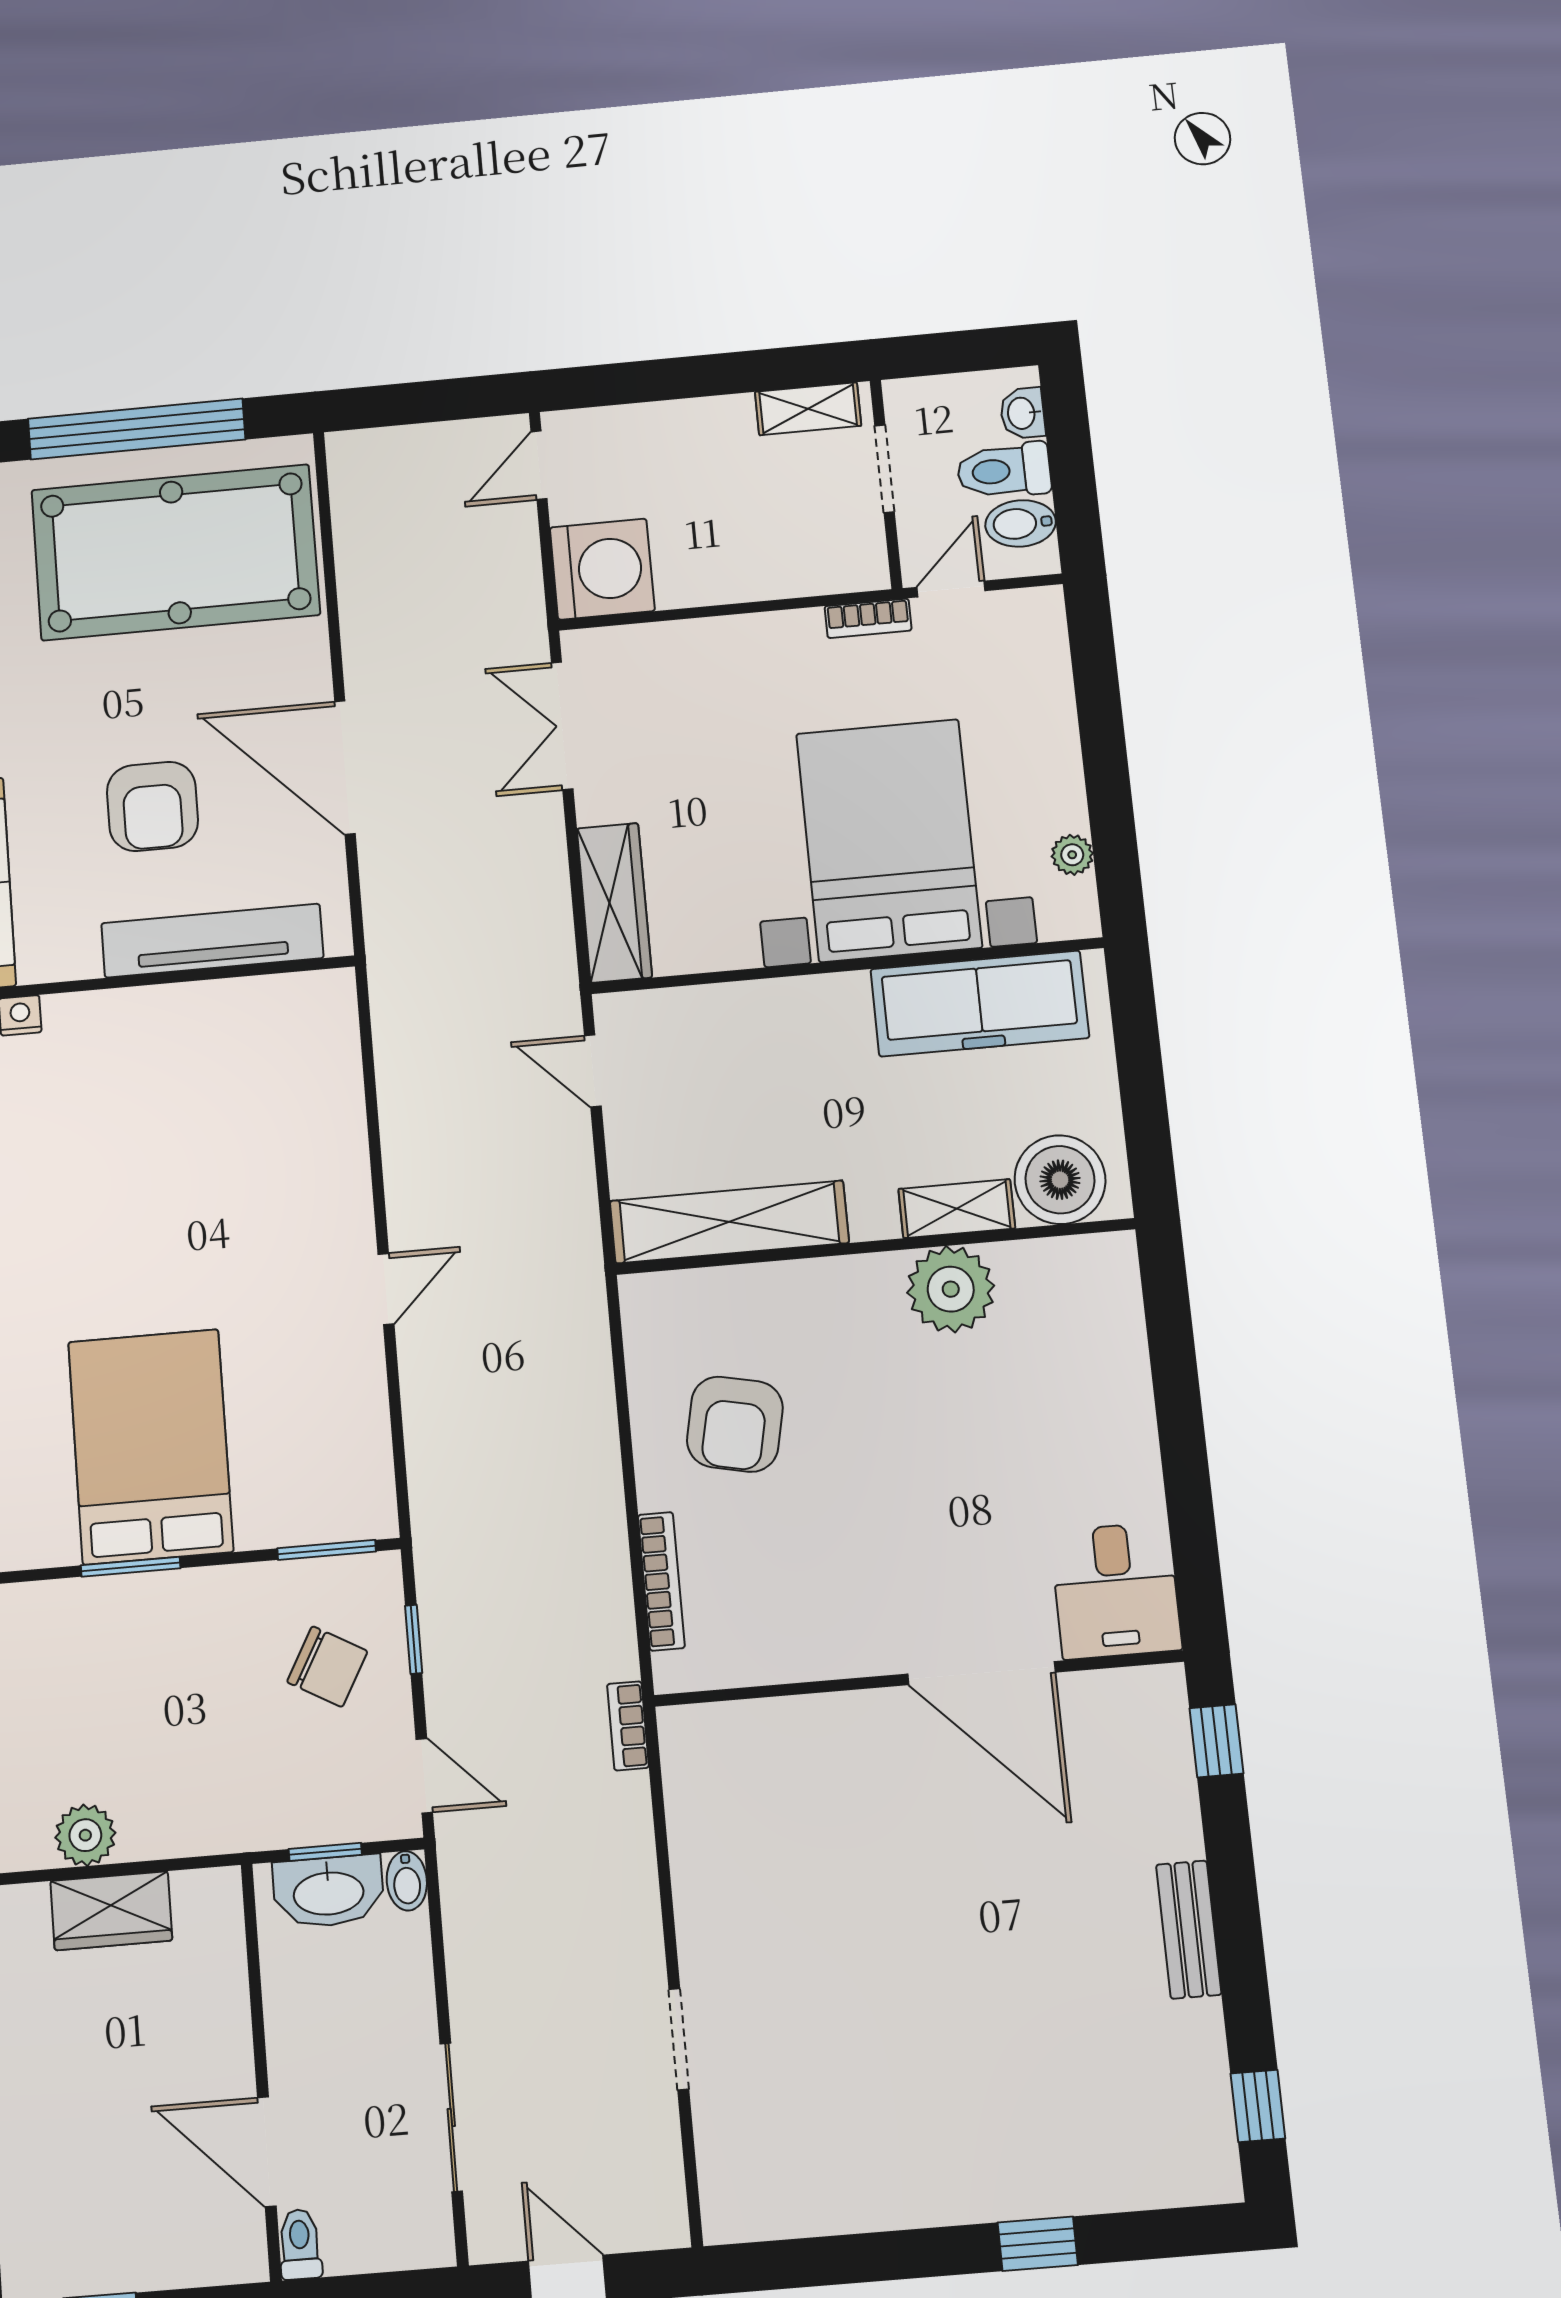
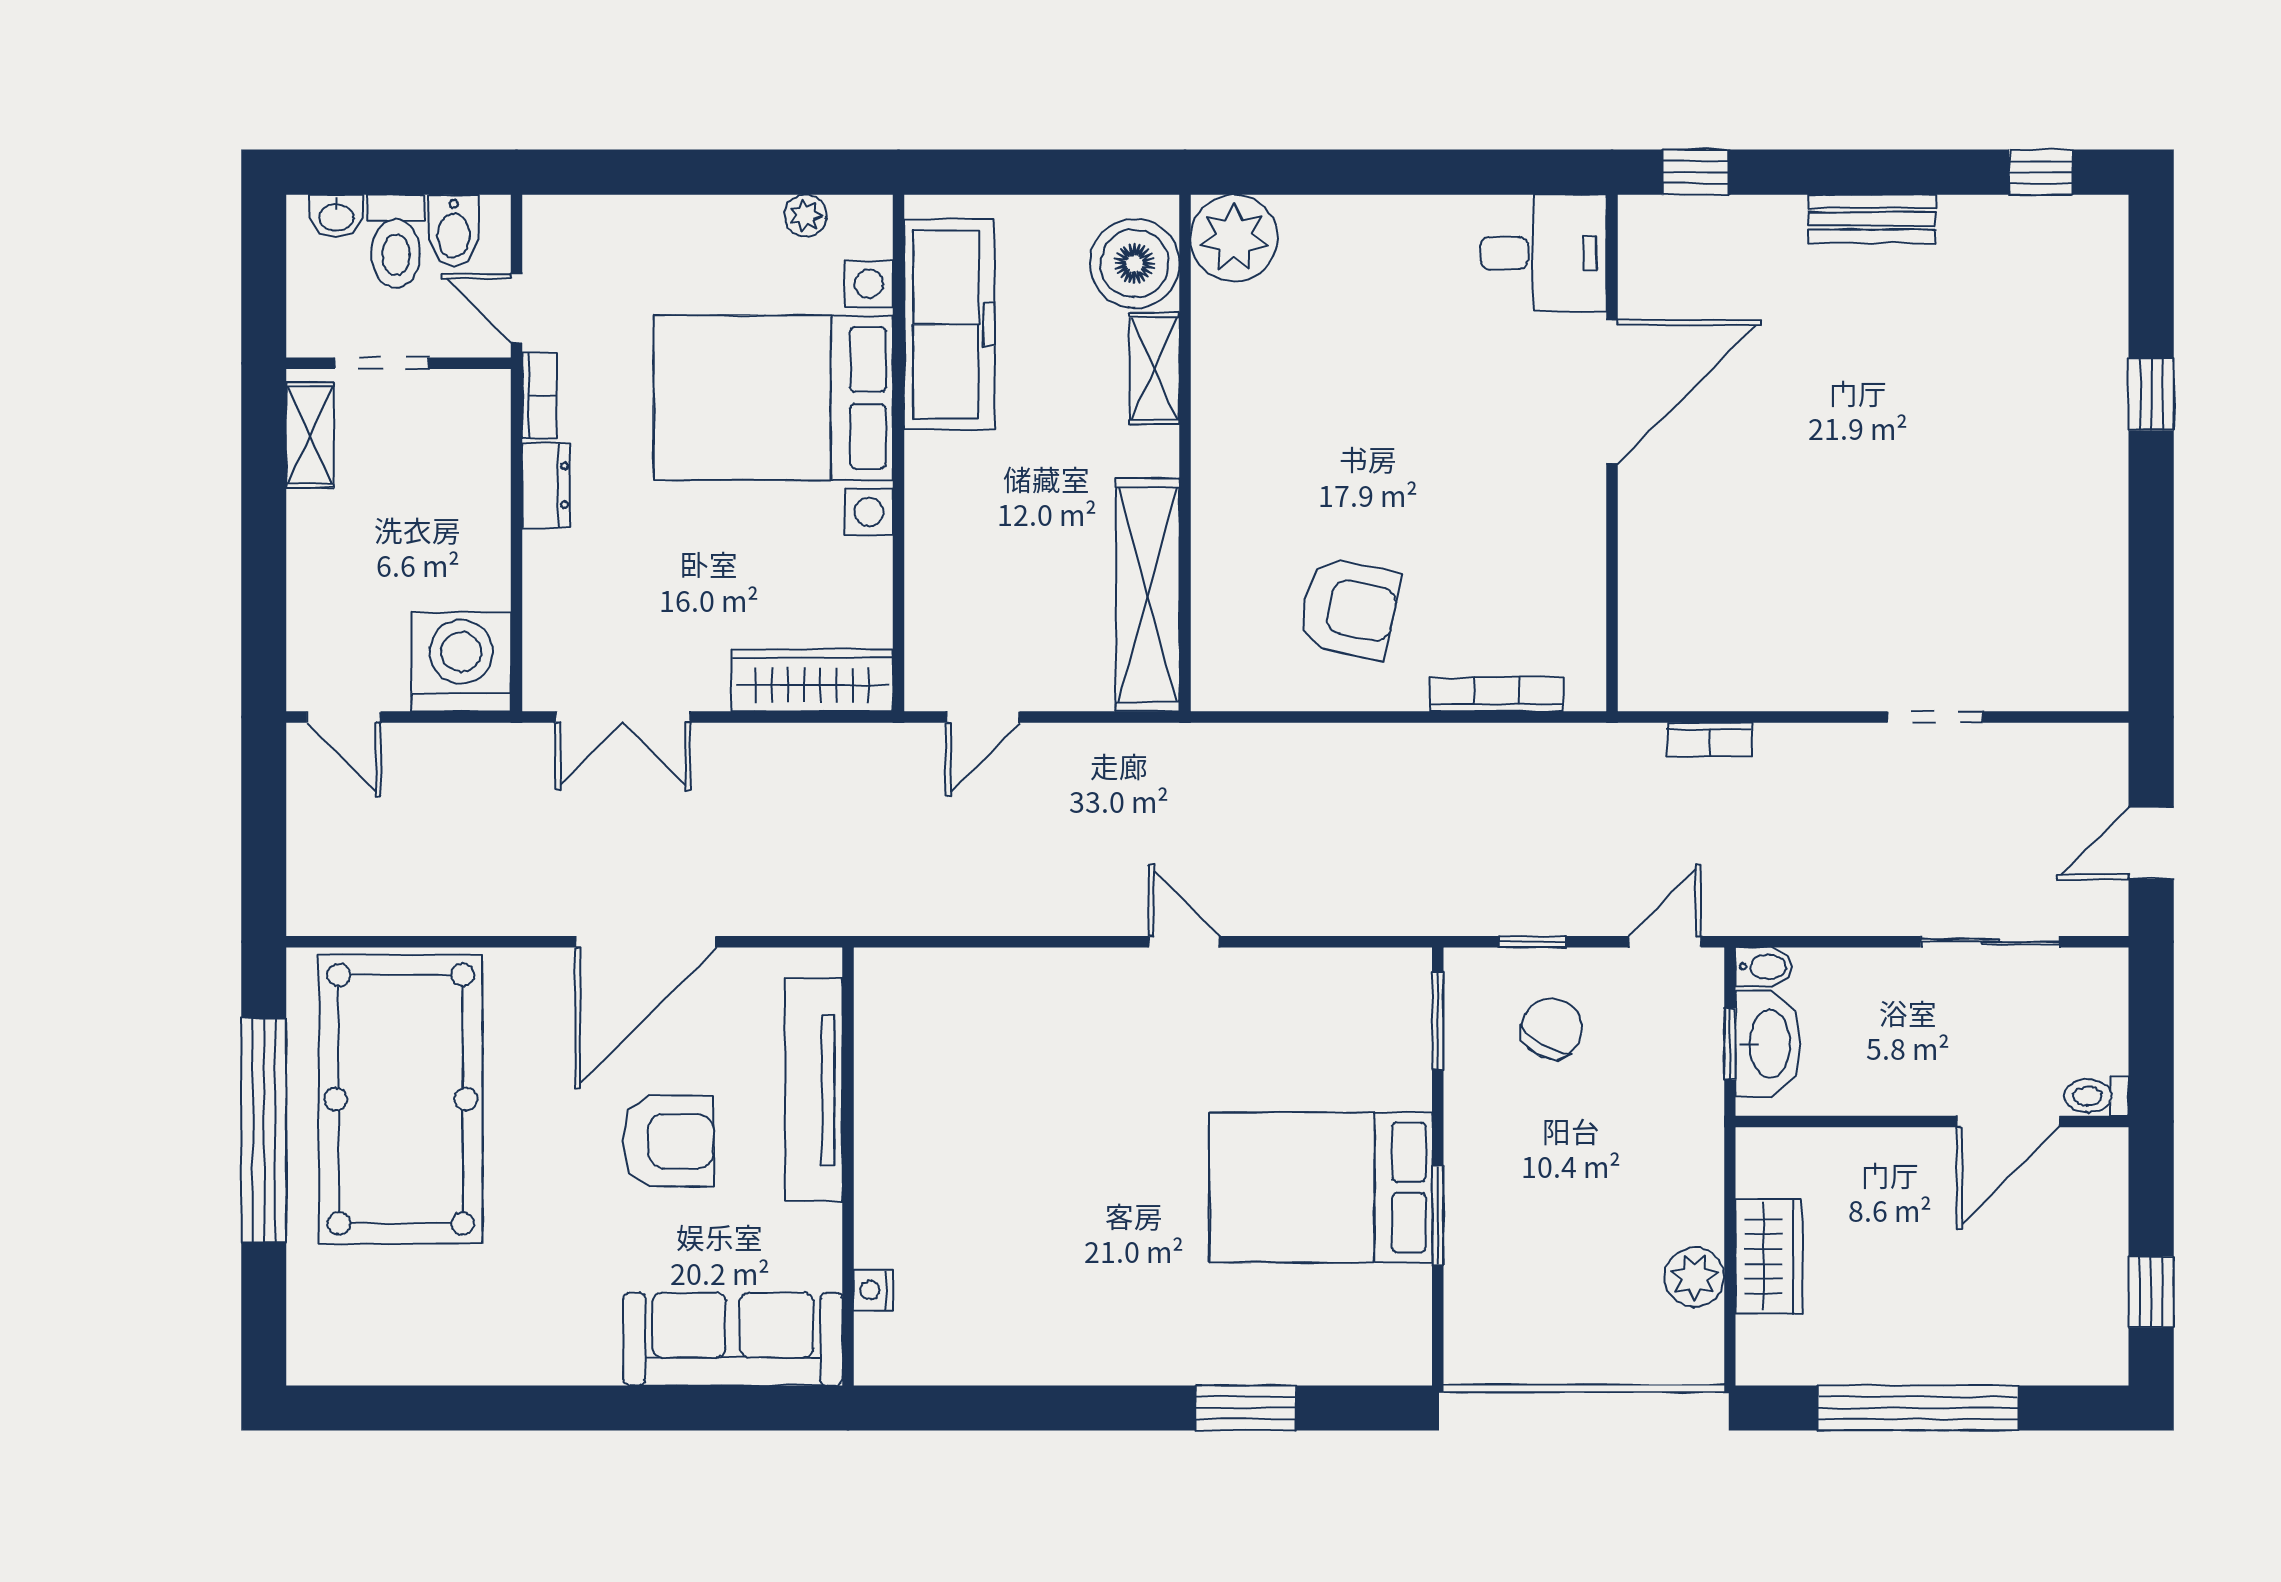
dresser: (781, 633) -> (546, 485), added
plant: (951, 1289) -> (1234, 238), moved
bookcase: (628, 1726) -> (1710, 739), moved

